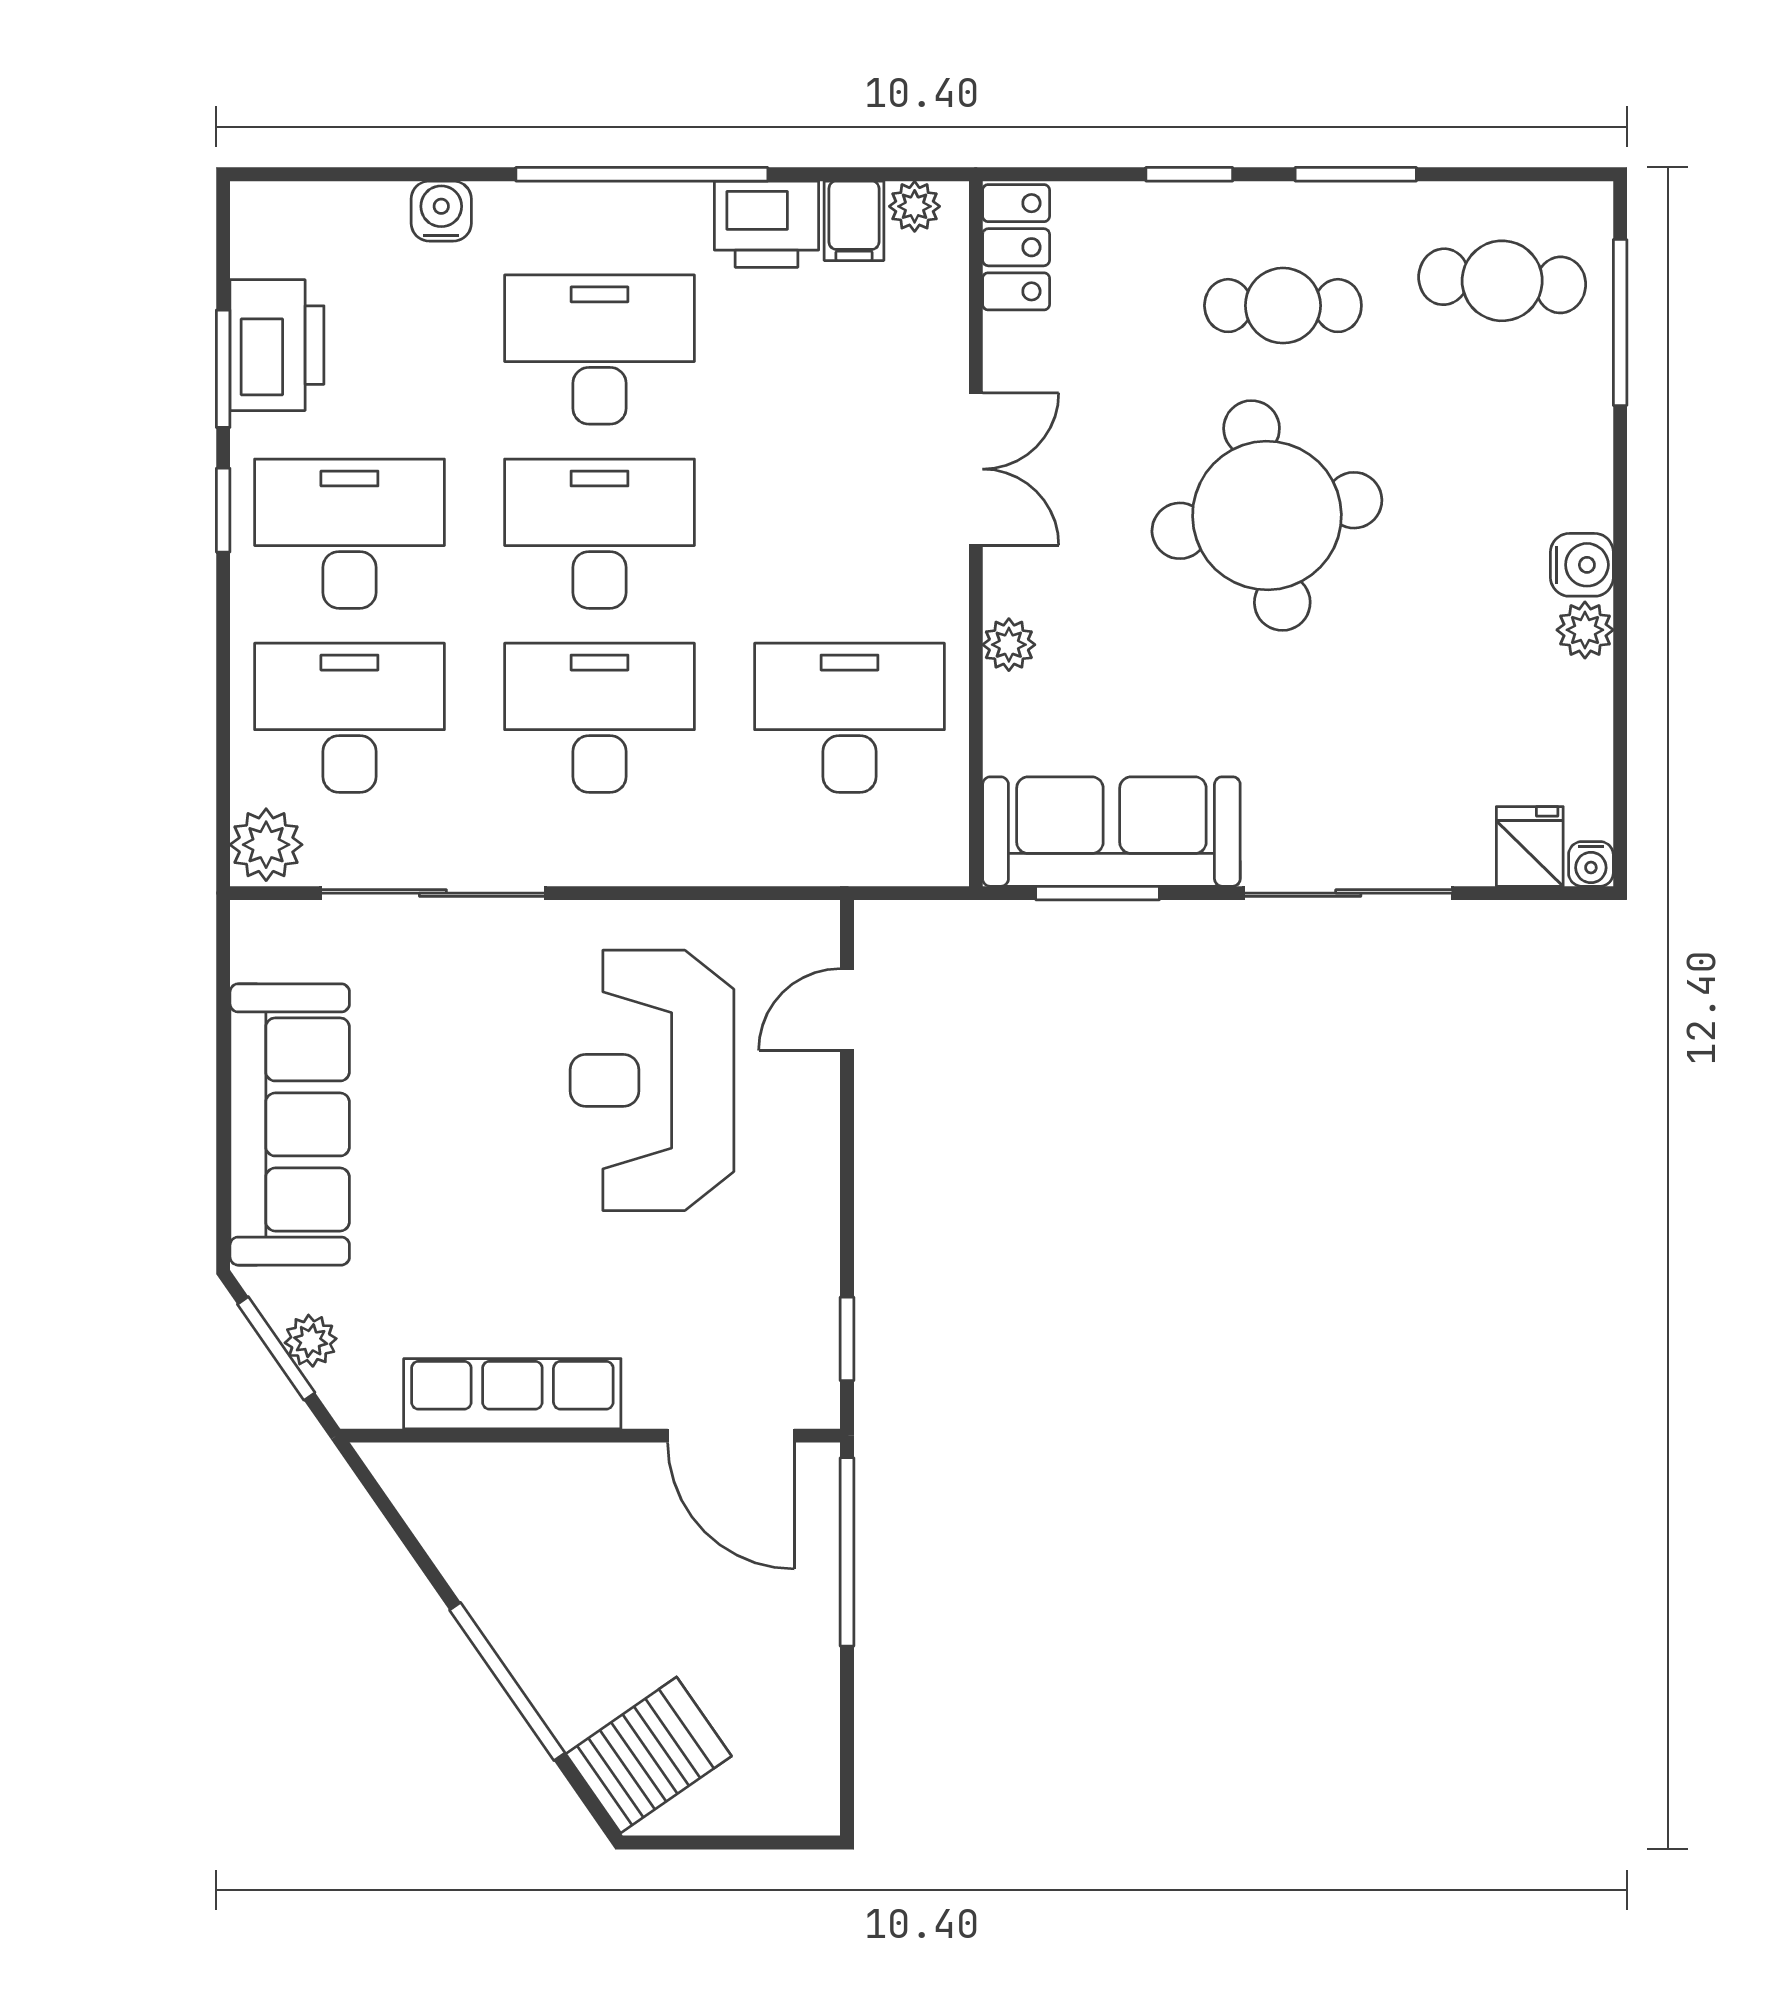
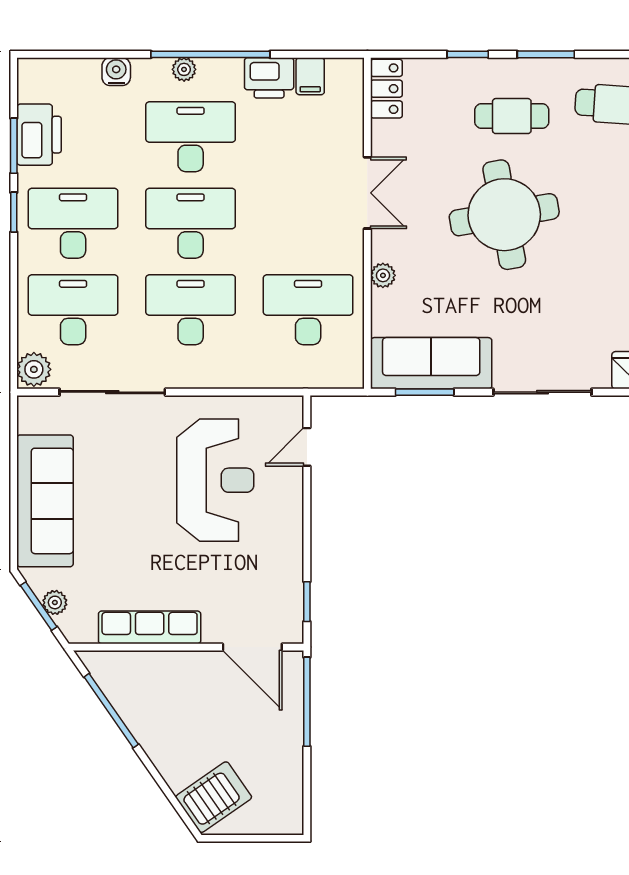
plant: (915, 206) -> (184, 69), moved
reception desk: (652, 1080) -> (215, 480), turned 180
window: (507, 1681) -> (111, 711), moved

